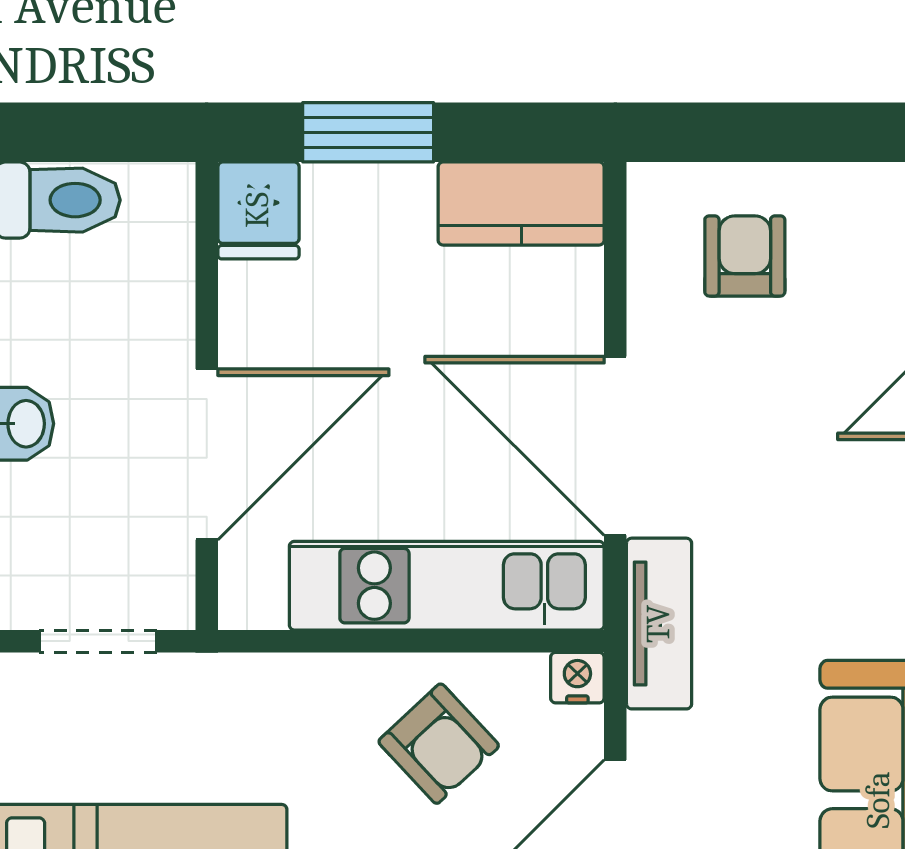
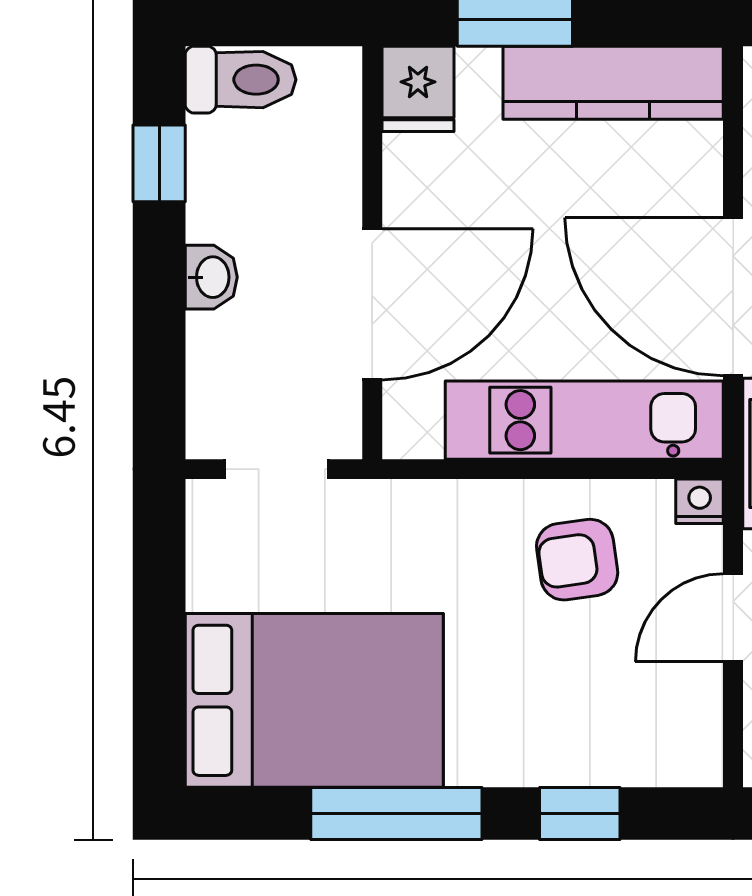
kitchen counter: (521, 204) -> (613, 83), width x1.50
armchair: (439, 744) -> (577, 560), turned 125

